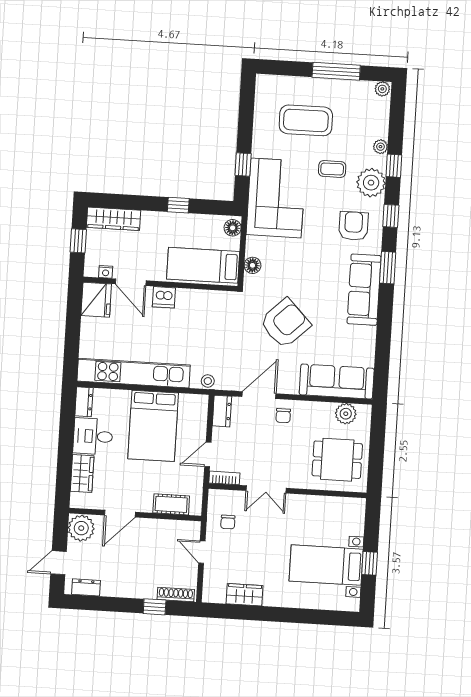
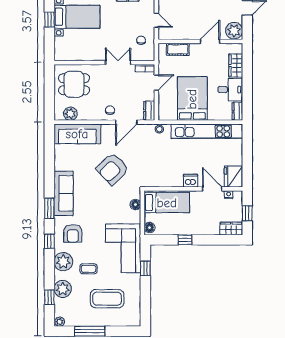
plant: (380, 147) -> (63, 289), width x1.88, depth x1.88
window: (394, 166) -> (49, 297), moved
wardrobe: (114, 219) -> (231, 229), width x0.67

